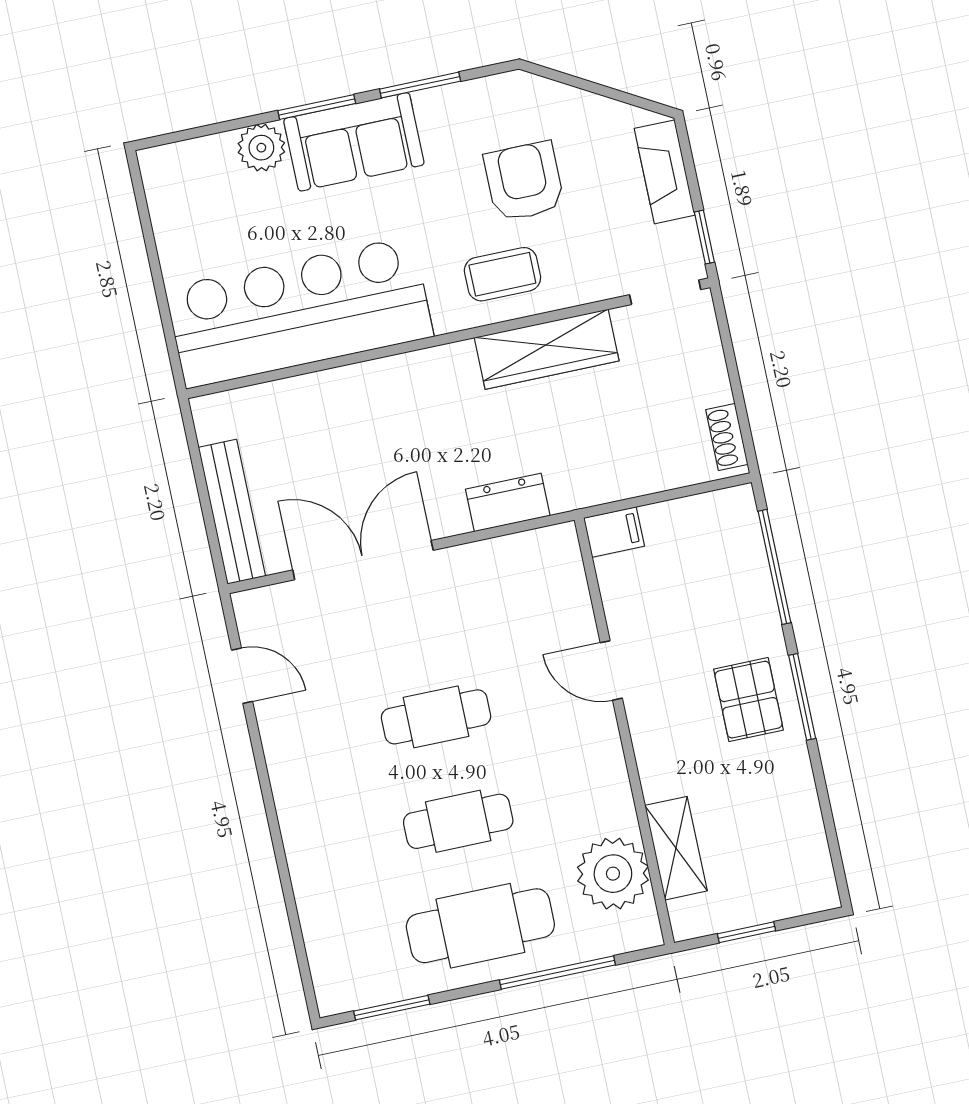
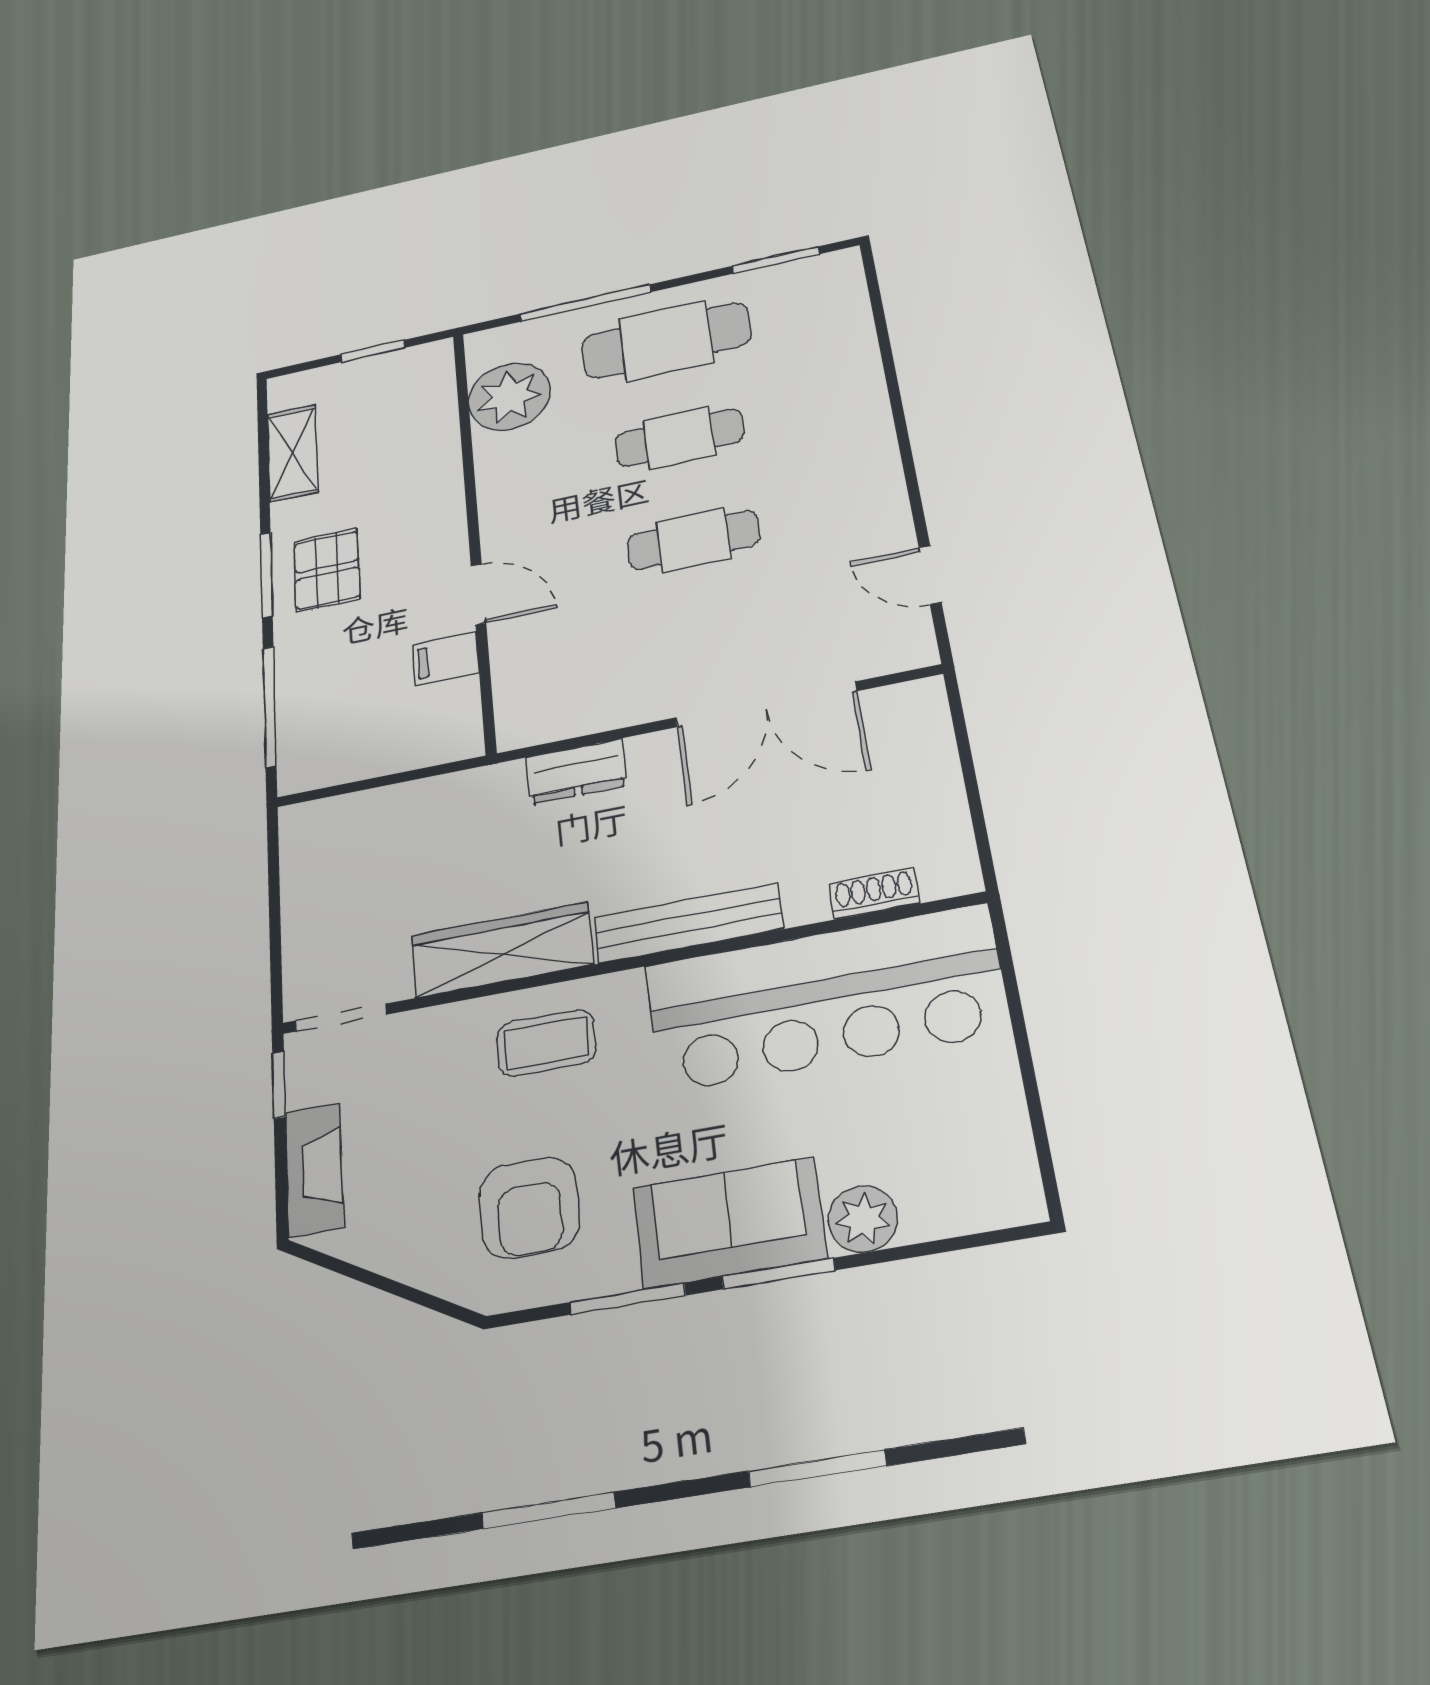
armchair: (524, 181) -> (529, 1208), moved
shoe rack: (727, 437) -> (874, 893), moved, turned -90
bench: (232, 512) -> (688, 923), moved, turned 90
filing cabinet: (614, 532) -> (446, 659), moved
shelving: (676, 848) -> (292, 453), moved

